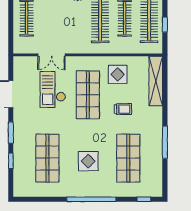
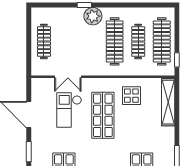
window: (165, 25) -> (177, 60), moved
trolley: (123, 109) -> (137, 129), removed

